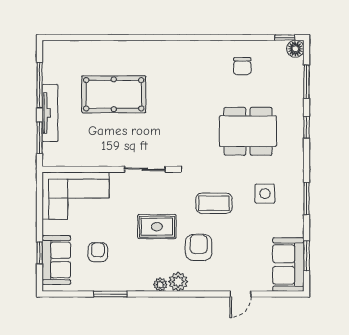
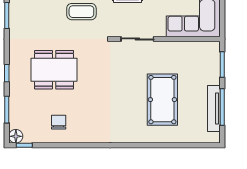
pool table: (114, 94) -> (162, 100), turned 90
tv unit: (50, 113) -> (214, 108), moved
side table: (265, 194) -> (40, 19), removed

